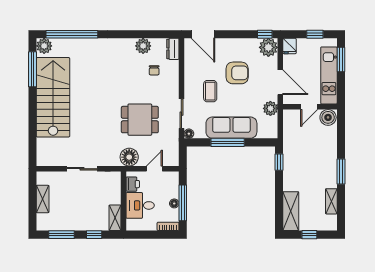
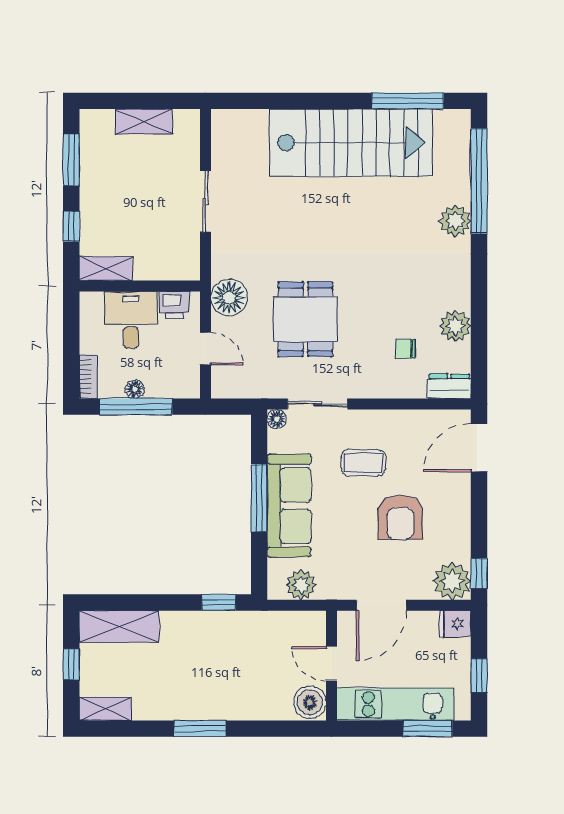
plant: (44, 46) -> (455, 221), moved
plant: (270, 108) -> (301, 585), moved
shelving: (331, 201) -> (105, 709), moved

